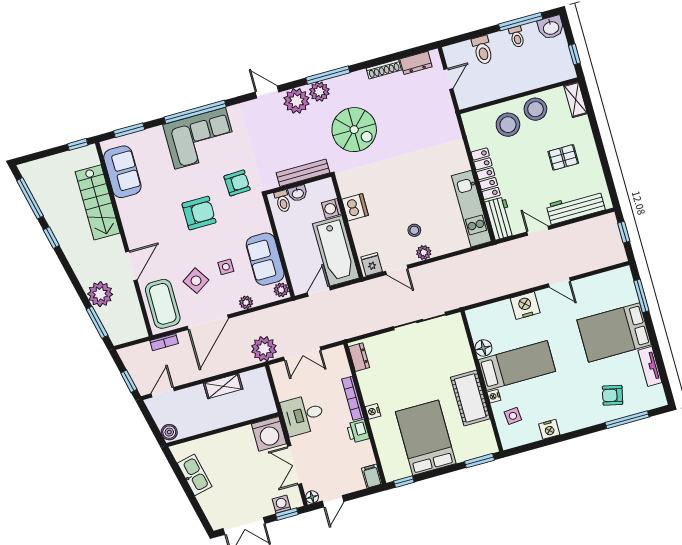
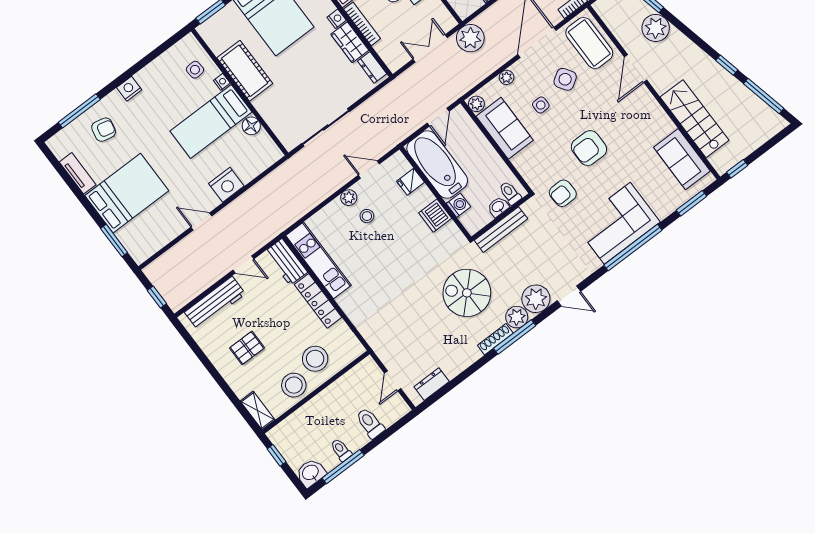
shoe rack: (384, 69) -> (495, 339), moved
fridge: (372, 264) -> (410, 182), moved, turned 90
wardrobe: (370, 387) -> (350, 42), added
nightstand: (549, 429) -> (129, 89), moved

